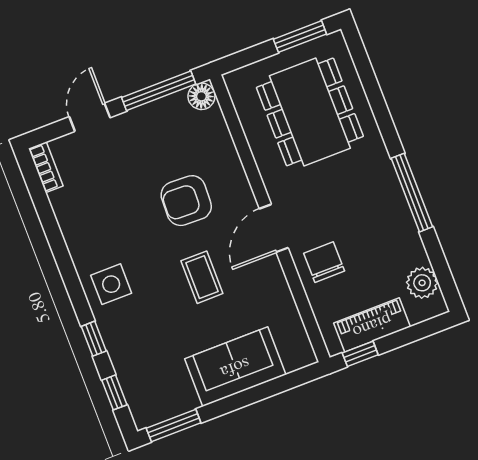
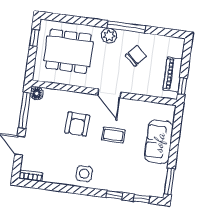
window: (300, 37) -> (34, 38), width x0.67
chair: (324, 262) -> (136, 56), moved, turned 131
plant: (422, 283) -> (109, 36), moved
side table: (111, 284) -> (84, 174), moved

